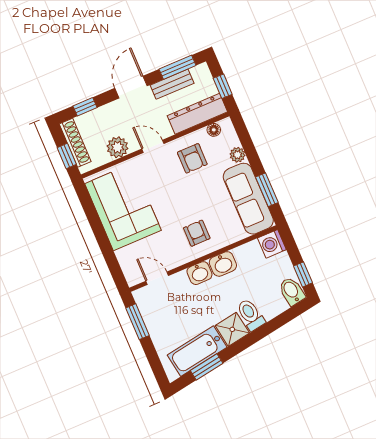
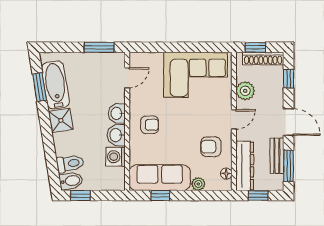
window: (267, 190) -> (160, 196), width x0.67
washing machine: (272, 244) -> (116, 157), moved, turned -90
toilet: (251, 315) -> (70, 164), moved

